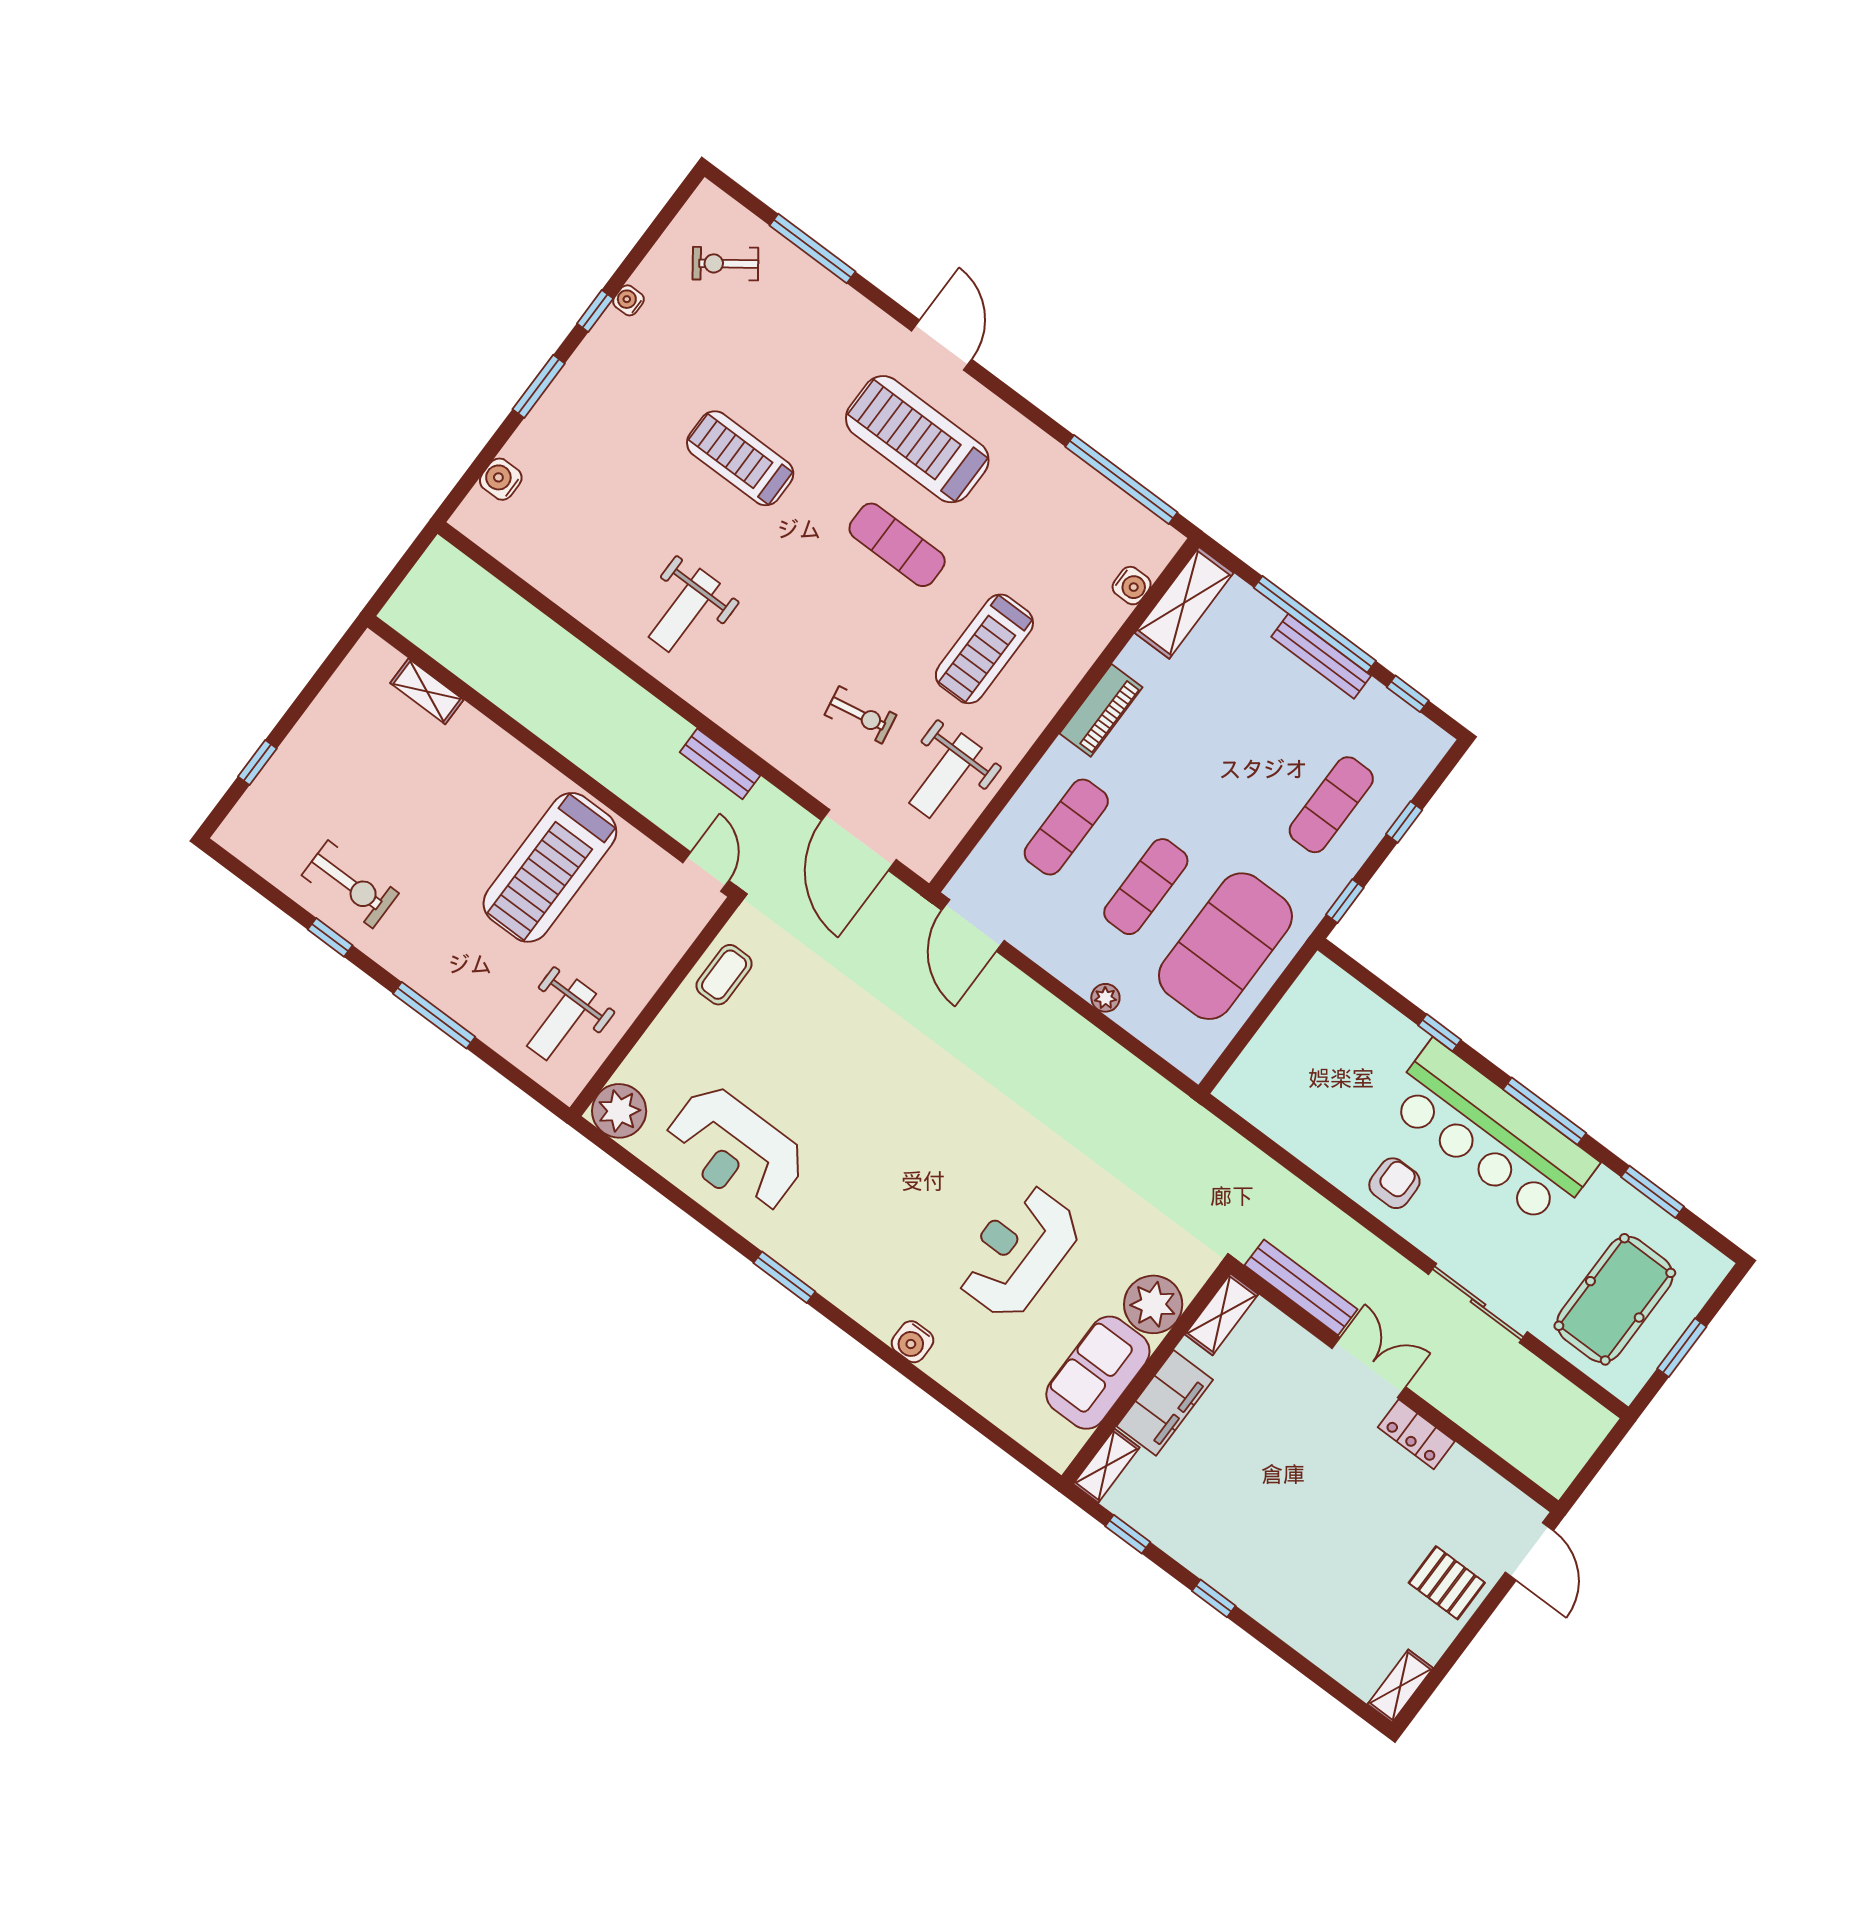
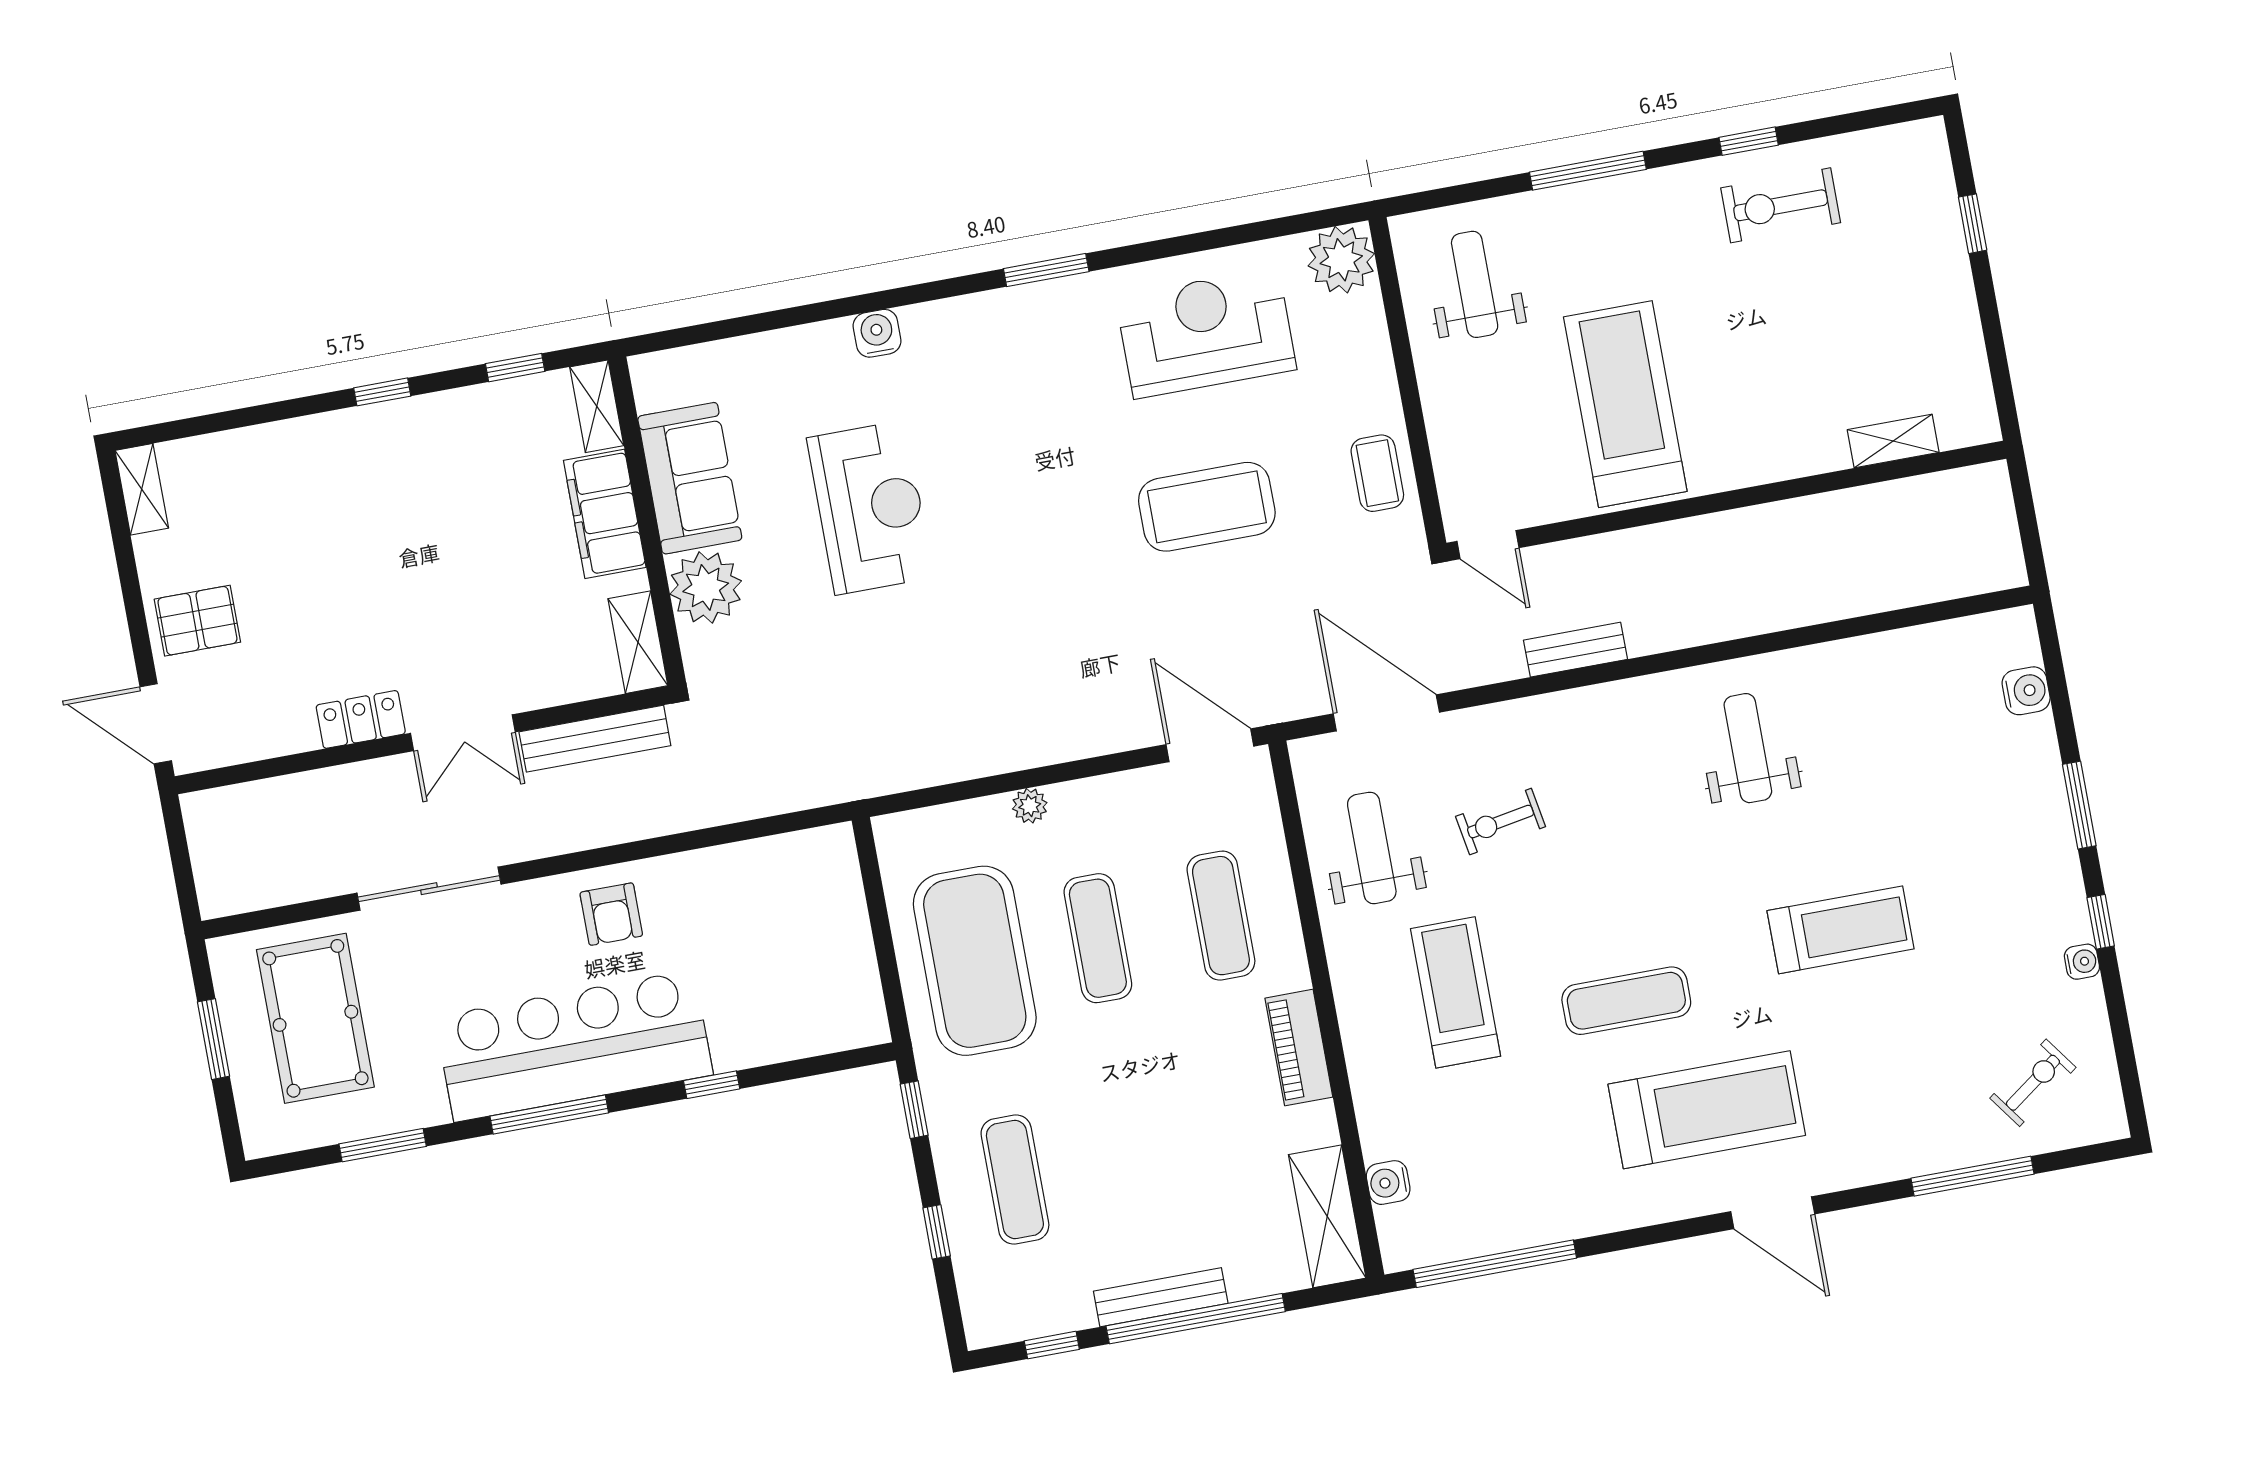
coffee table: (836, 1056) -> (1207, 507), added

